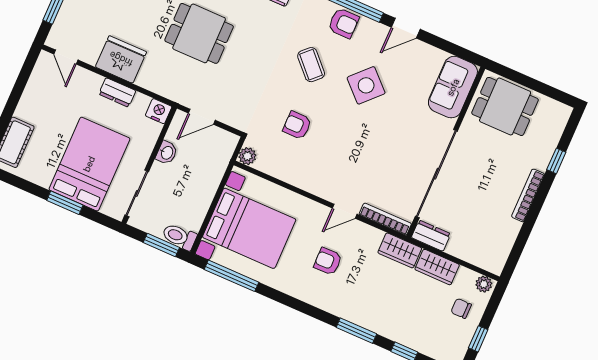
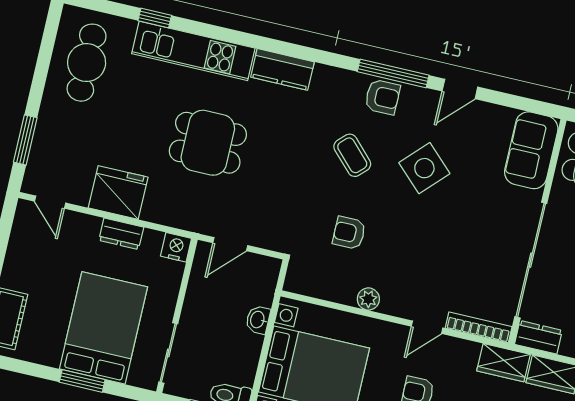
washbasin: (167, 153) -> (258, 320), moved, turned 180
plant: (247, 156) -> (368, 299), moved

